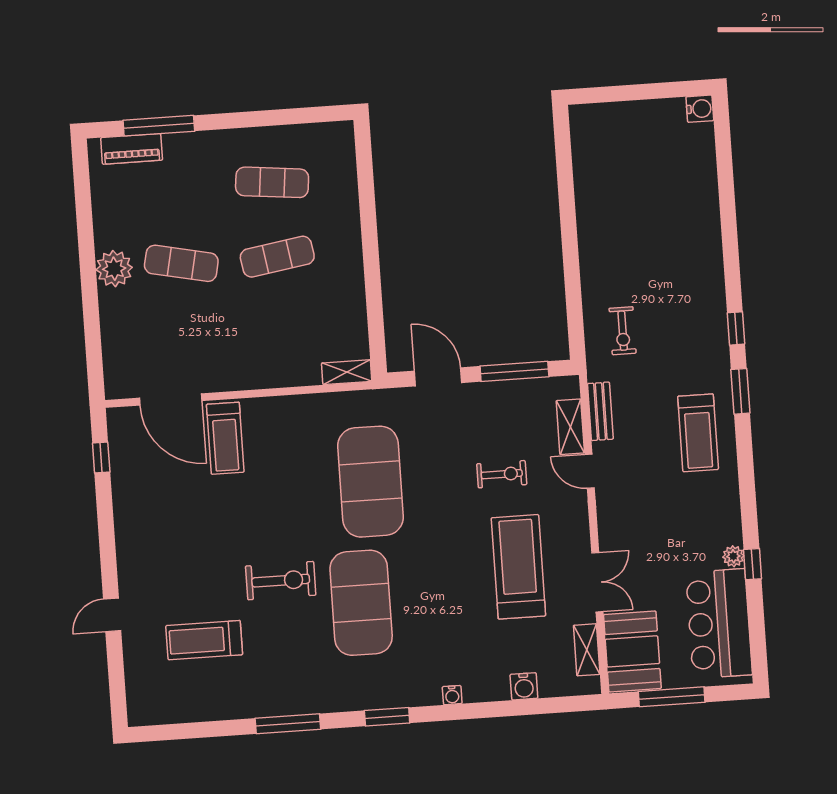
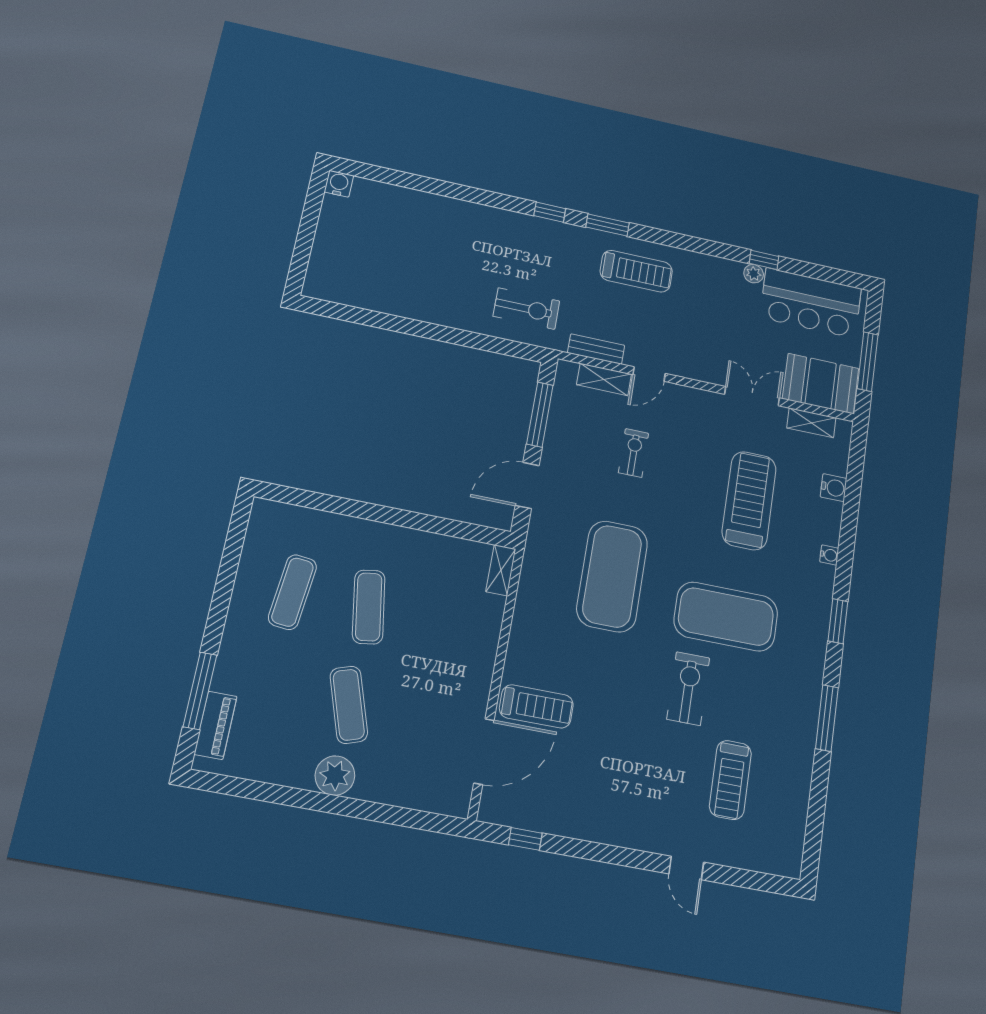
exercise mat: (181, 263) -> (349, 705), turned -30
exercise bike: (623, 331) -> (526, 309), width x1.38, depth x1.39
exercise mat: (371, 482) -> (612, 576), turned 90
treadmill: (518, 567) -> (749, 501), moved, turned 90

